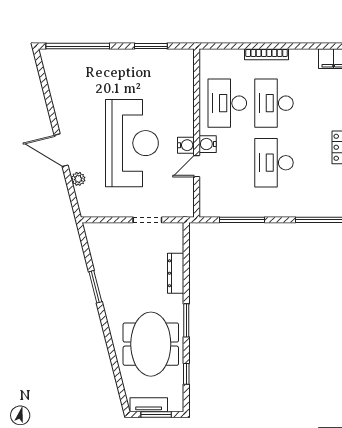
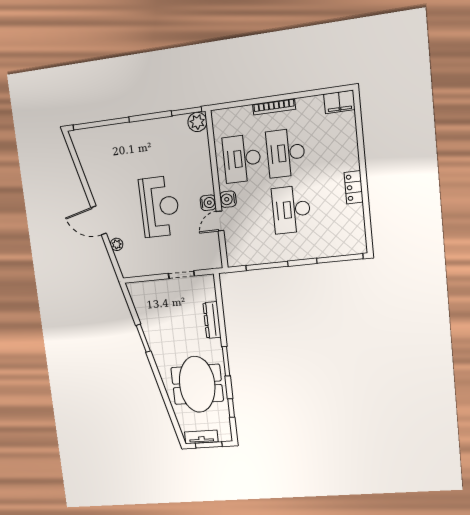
window: (151, 46) -> (186, 111), moved
plant: (184, 59) -> (197, 122), added
reception desk: (132, 143) -> (160, 207), width x0.74, depth x0.77

